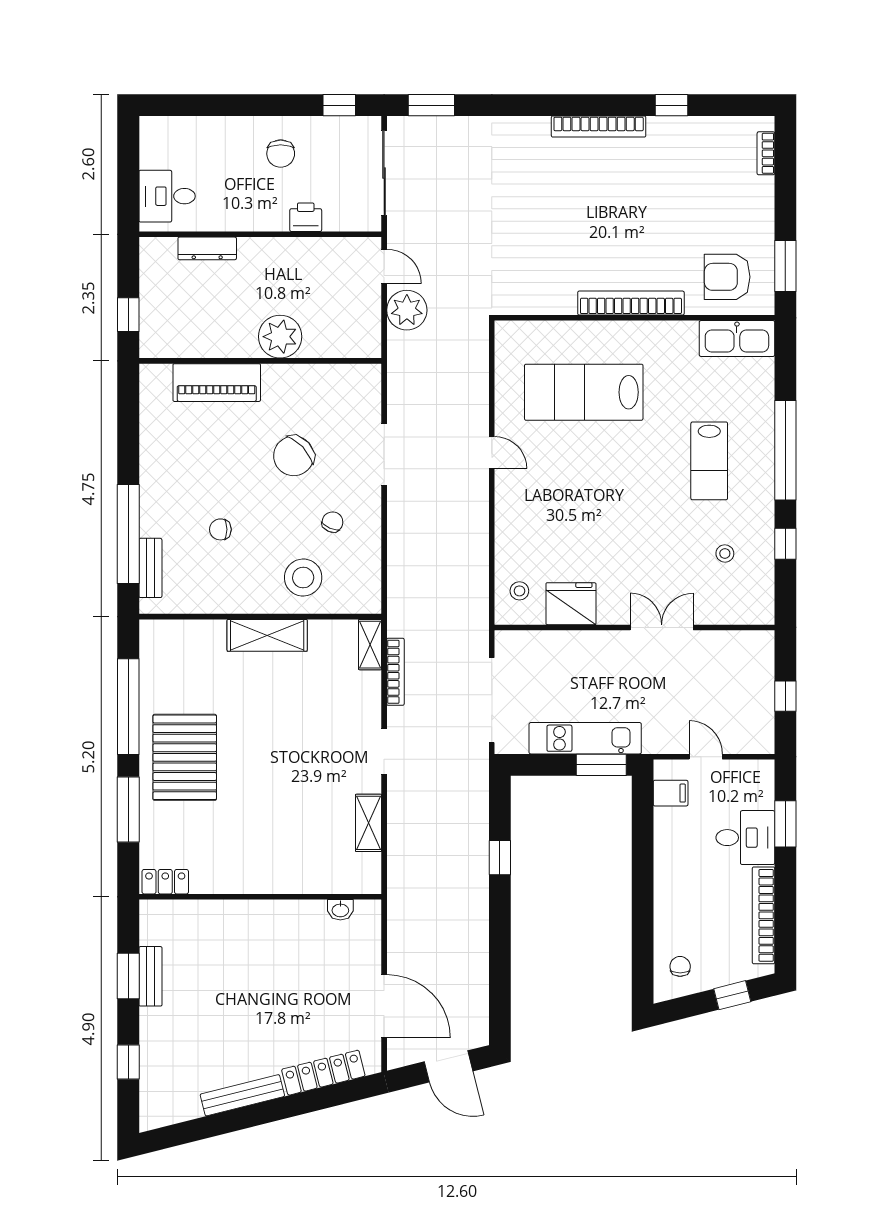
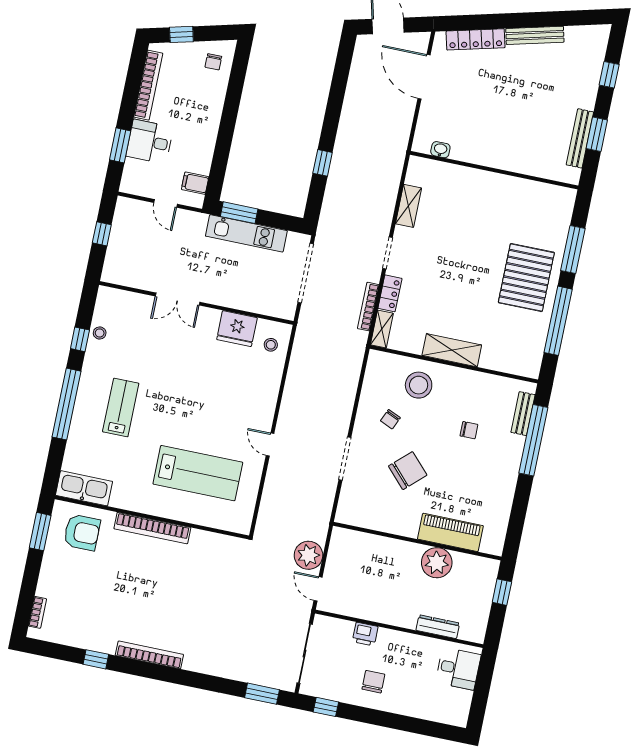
plant: (280, 337) -> (437, 563), moved
stool: (725, 554) -> (100, 333), moved
locker: (165, 882) -> (390, 293), moved, turned -90
bench: (150, 976) -> (580, 138), width x1.36

